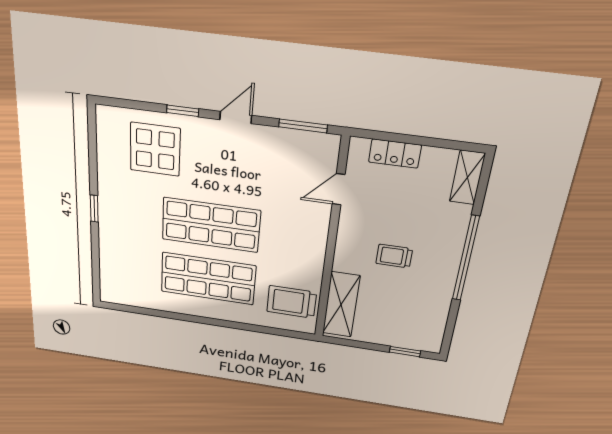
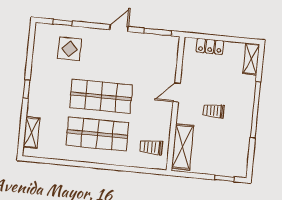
window: (183, 111) -> (62, 23), moved
display table: (155, 149) -> (69, 49), width x0.73, depth x0.73
door: (339, 189) -> (177, 93), moved
shelving: (109, 271) -> (31, 133), added
trolley: (291, 302) -> (151, 147), width x0.73, depth x0.72

